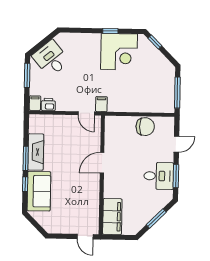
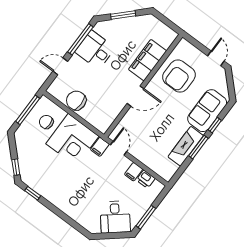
window: (110, 31) -> (33, 193), moved
corner desk: (119, 52) -> (72, 140), moved, turned 180
chair: (156, 94) -> (46, 122), added
filing cabinet: (35, 103) -> (134, 172), moved
window: (176, 176) -> (80, 39), width x1.44
armchair: (80, 202) -> (179, 76), added
filing cabinet: (112, 217) -> (148, 60), moved
door: (85, 237) -> (216, 58), moved

